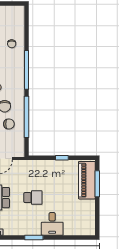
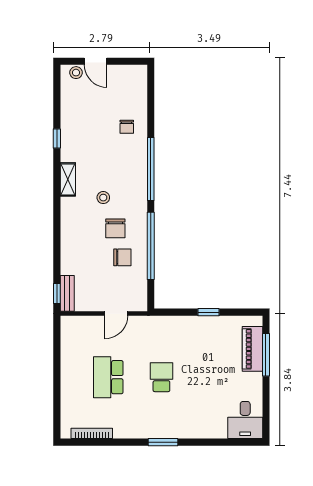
piano: (87, 180) -> (252, 349), width x0.73, depth x0.75
school desk: (33, 198) -> (161, 377), turned -90
desk: (52, 224) -> (245, 420), moved

